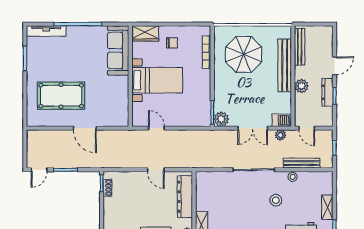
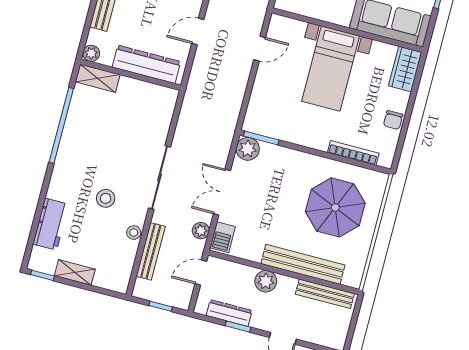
chair: (172, 43) -> (393, 120), moved
dresser: (327, 92) -> (229, 313), moved

